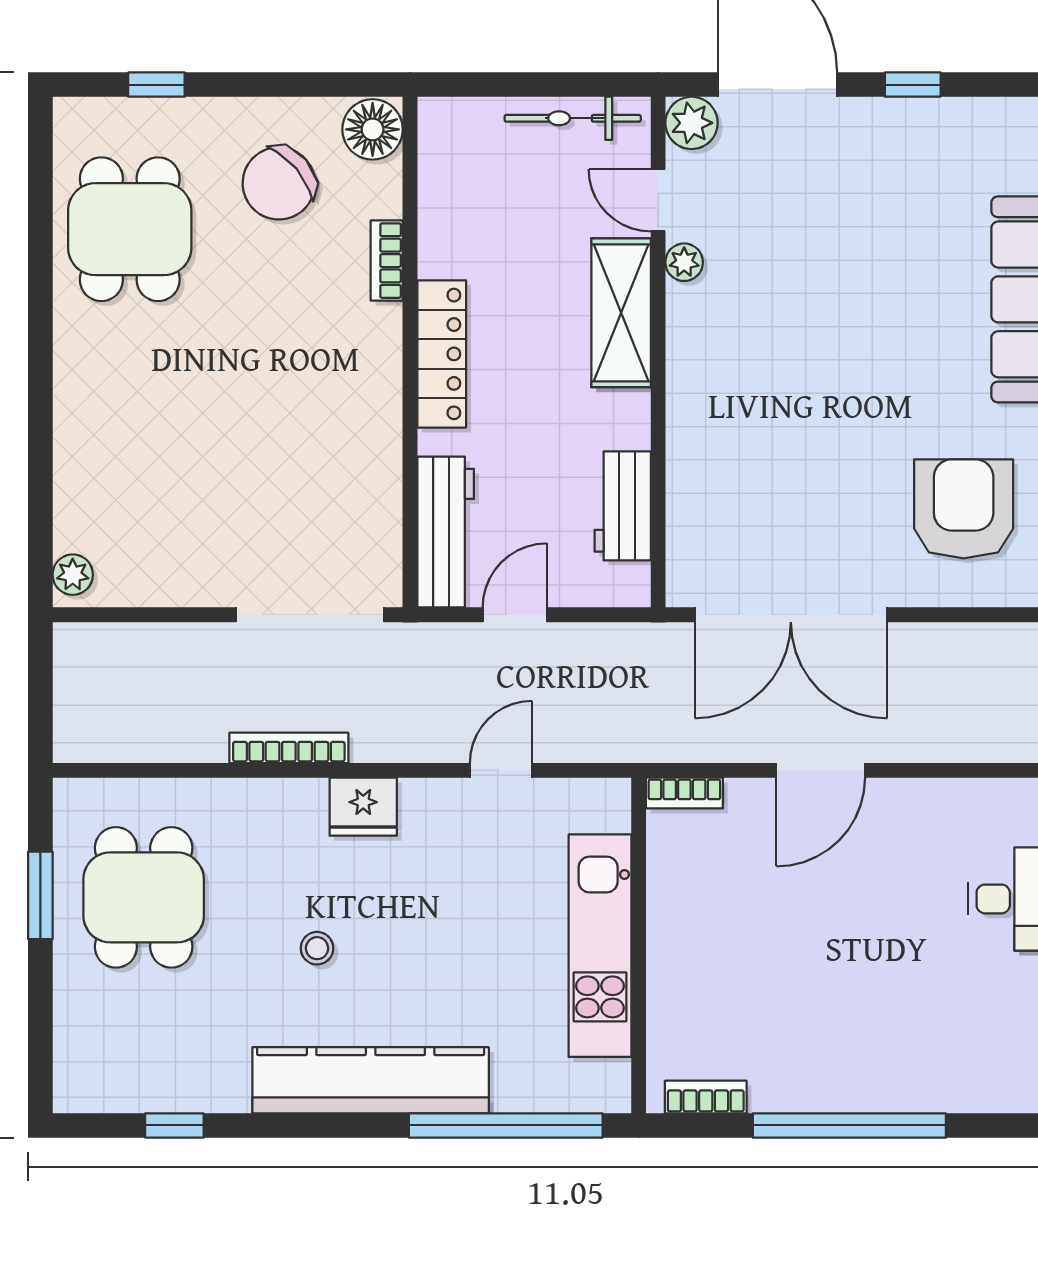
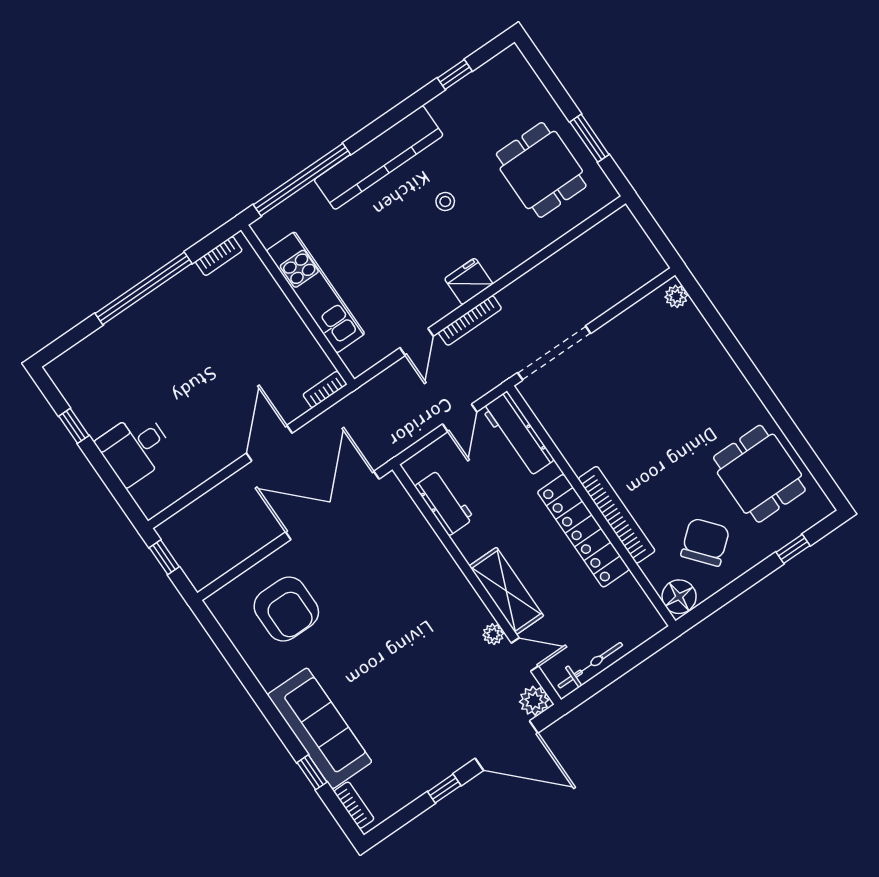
bookcase: (387, 261) -> (617, 515), width x2.31, depth x1.31
locker: (442, 354) -> (583, 531), width x1.41, depth x1.21
bookcase: (289, 748) -> (470, 320), moved

